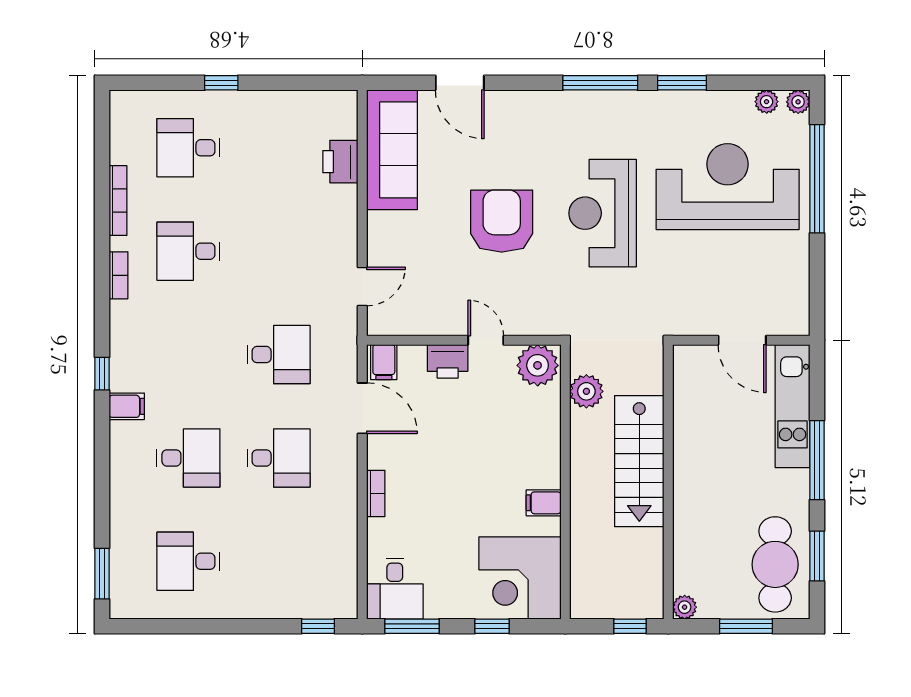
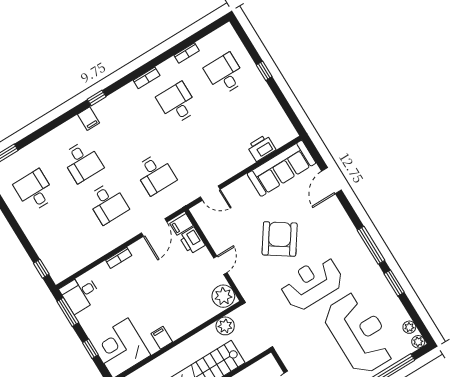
bookcase: (118, 201) -> (187, 53), width x0.64
armchair: (502, 221) -> (280, 239), turned -56
printer: (448, 361) -> (192, 241), moved

